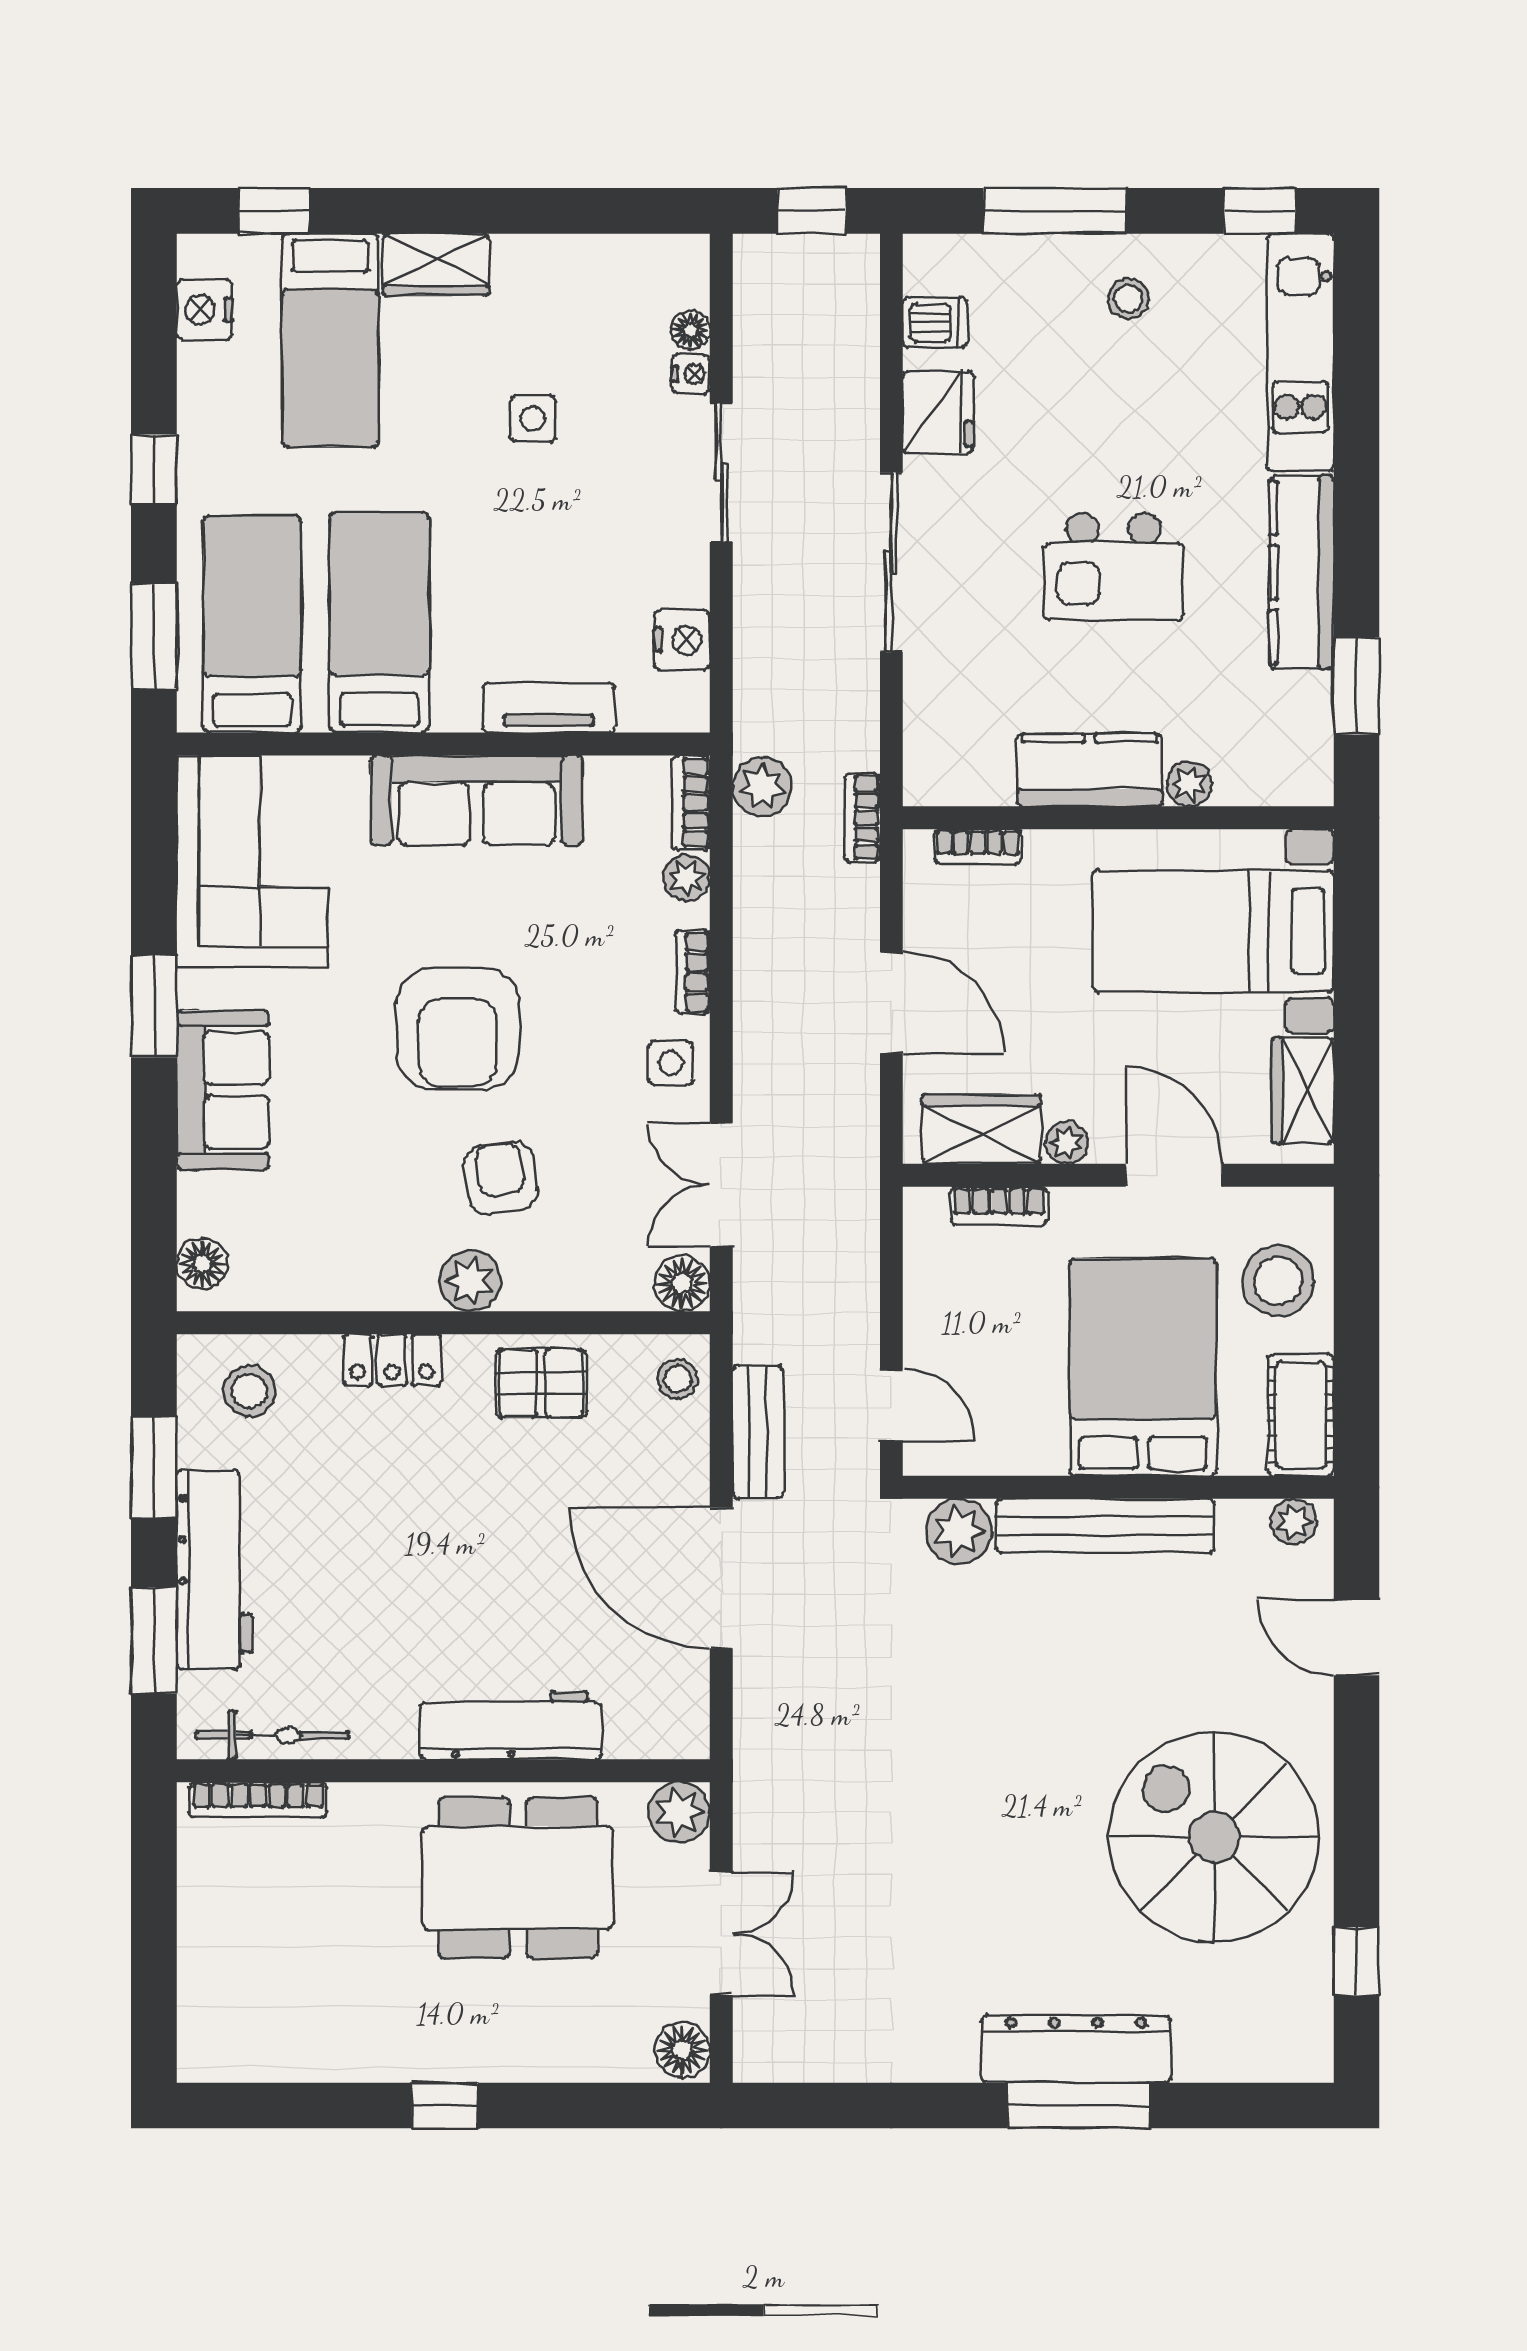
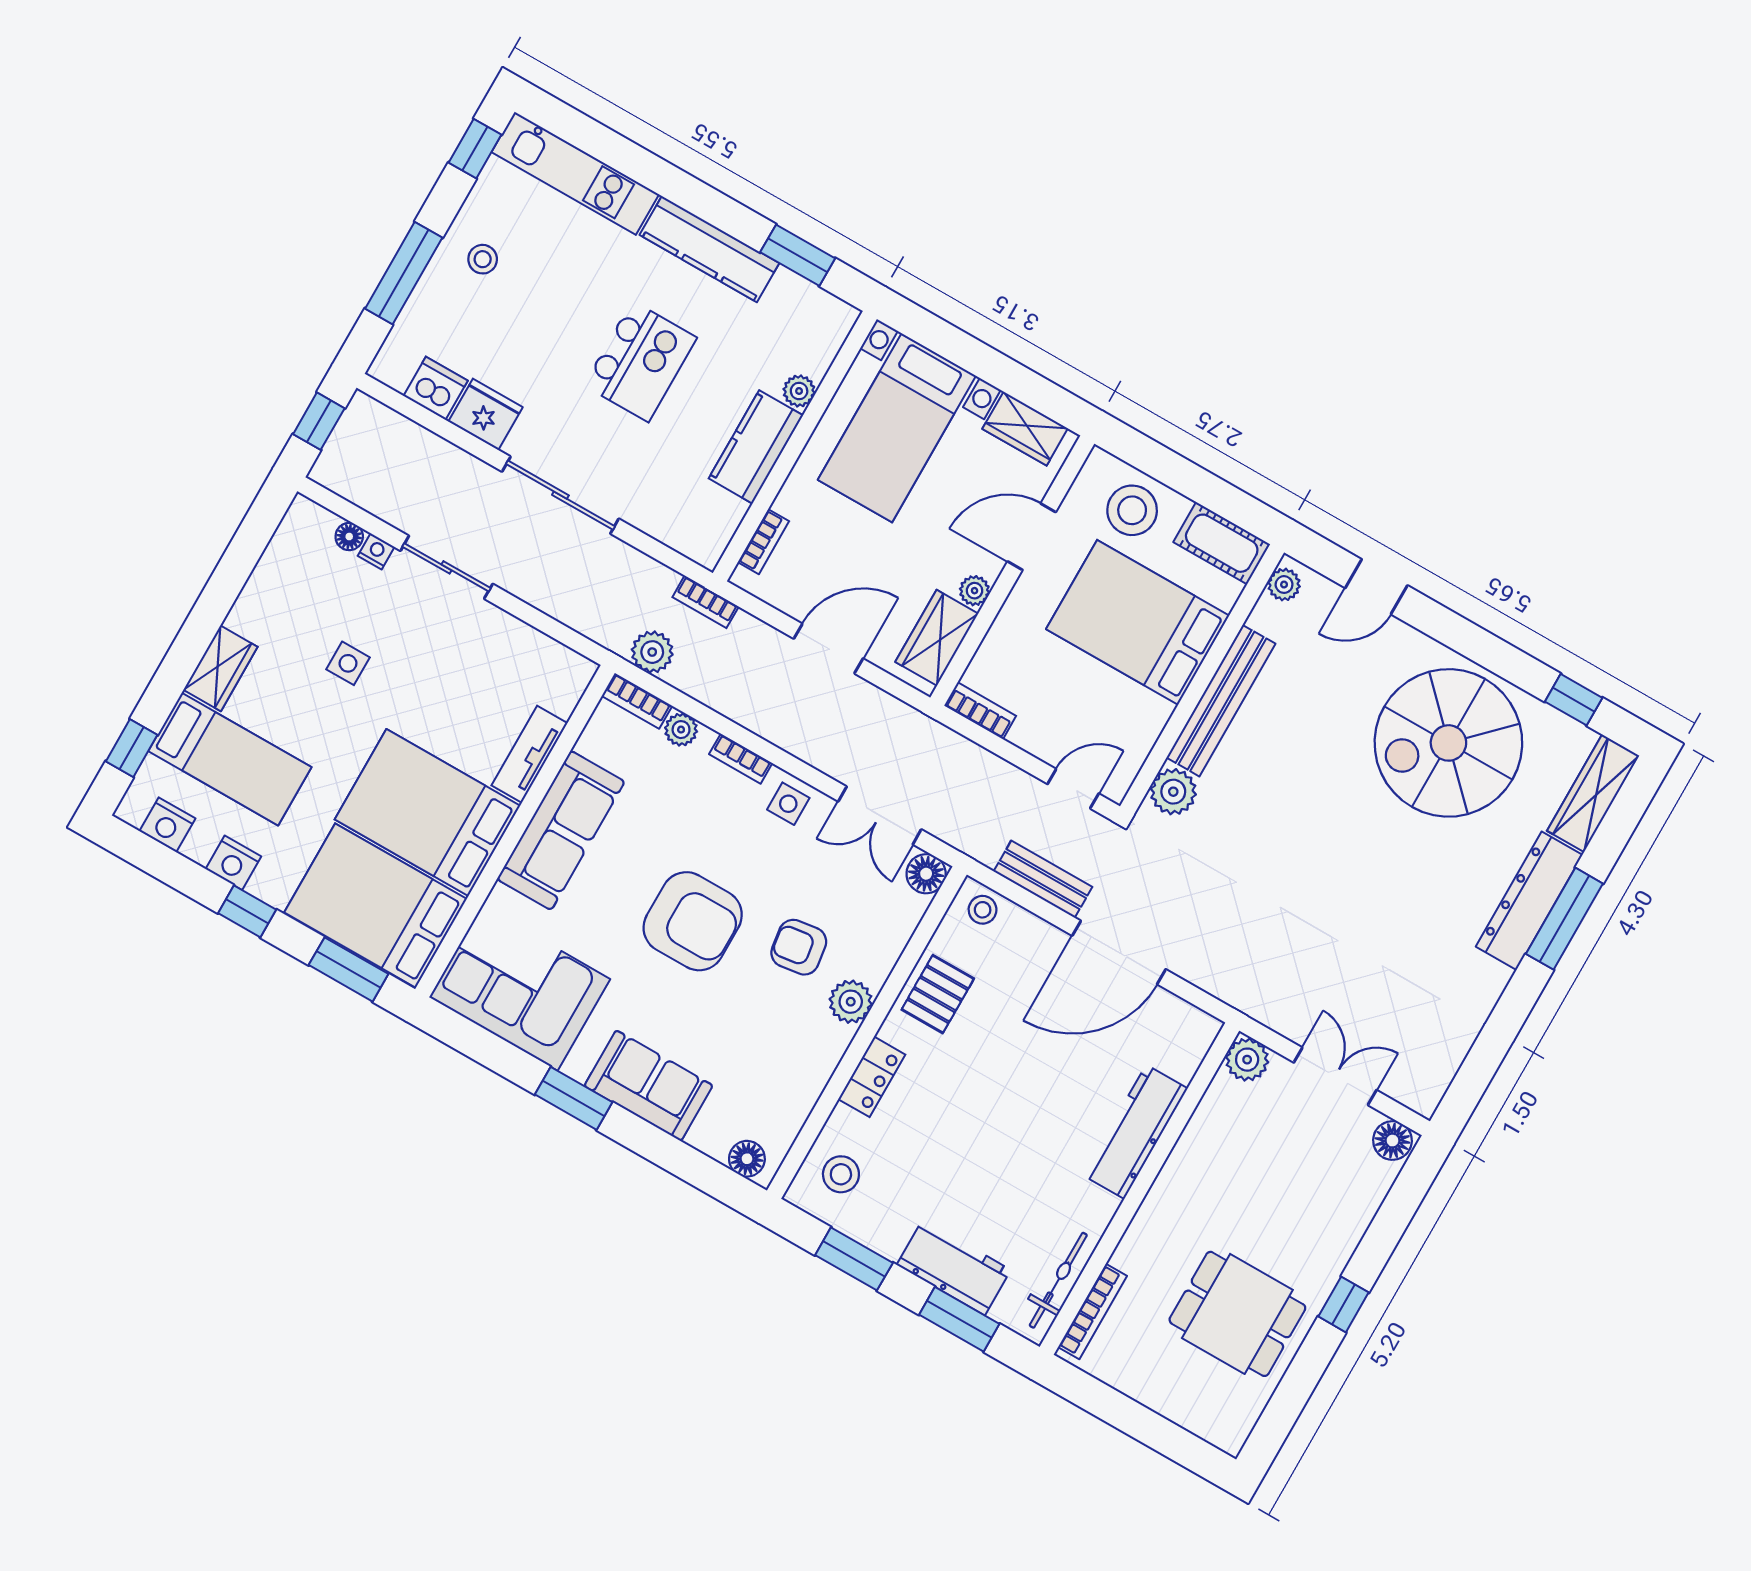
dishwasher: (935, 323) -> (436, 388), width x1.38
bed: (379, 623) -> (427, 813), width x1.50
bed: (252, 624) -> (375, 906), width x1.50
nightstand: (682, 640) -> (233, 863), moved, turned 180
bookcase: (999, 1206) -> (980, 711), moved, turned -90
workbench: (214, 1569) -> (954, 1267), width x0.73
dining table: (518, 1878) -> (1237, 1314), moved, width x0.73
wardrobe: (1254, 2052) -> (1593, 793), added

